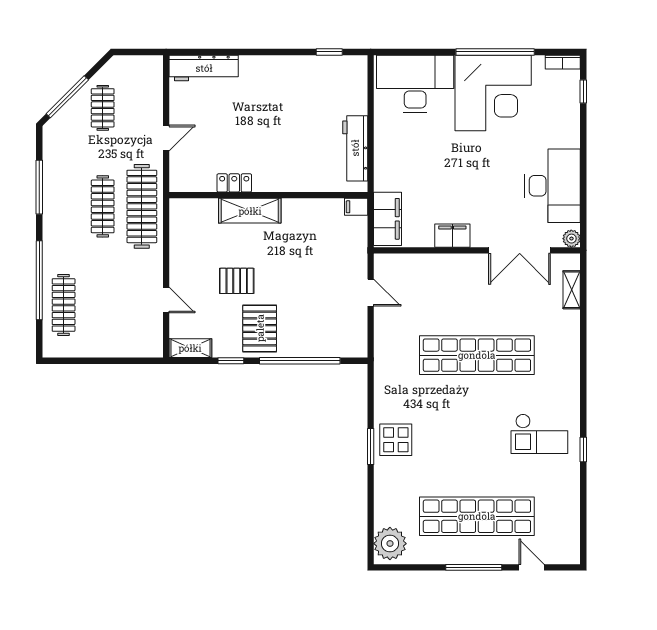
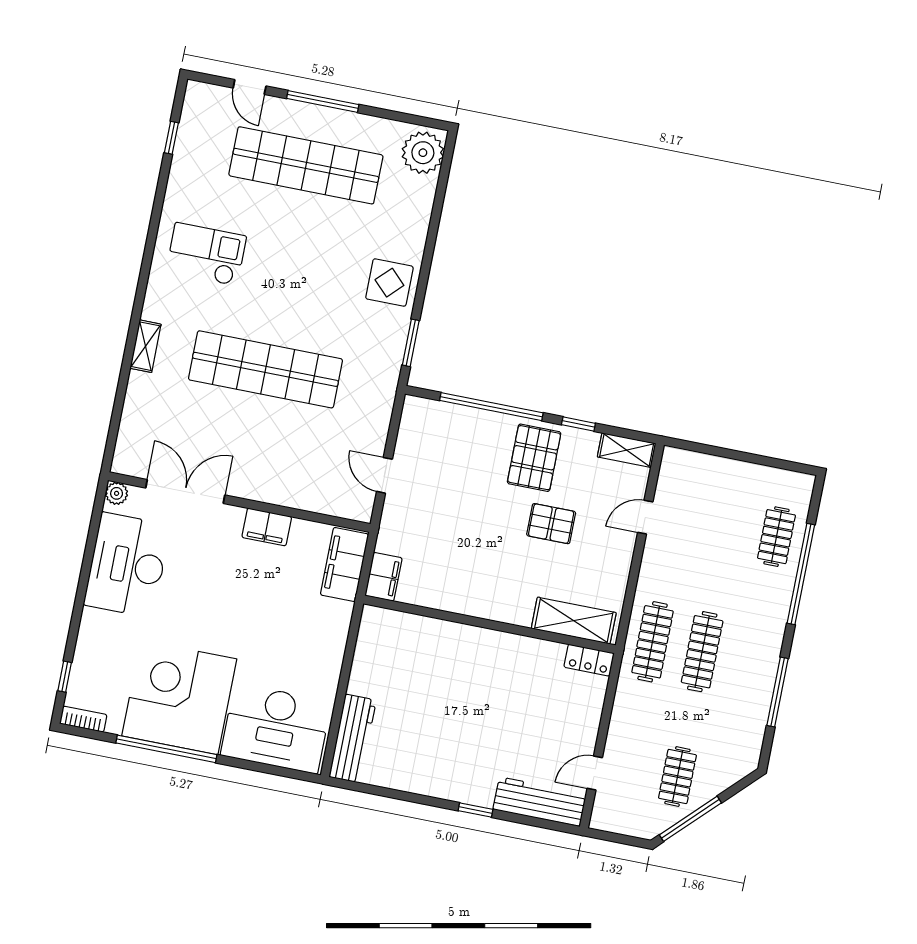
window: (329, 52) -> (476, 810), moved
window: (67, 97) -> (690, 819), moved
door: (166, 138) -> (595, 773), moved
workbench: (355, 148) -> (353, 739), moved
locker: (234, 183) -> (589, 660), moved
clothes rail: (142, 206) -> (653, 642), width x0.73, depth x0.76
filing cabinet: (356, 207) -> (384, 577), width x2.00
shelving: (250, 211) -> (574, 621), moved
shelving: (572, 290) -> (145, 346), moved
door: (166, 300) -> (645, 517), hinge flipped
clothes rail: (64, 305) -> (776, 537), width x0.73
window: (371, 447) -> (411, 343), moved
window: (583, 449) -> (171, 138), moved

